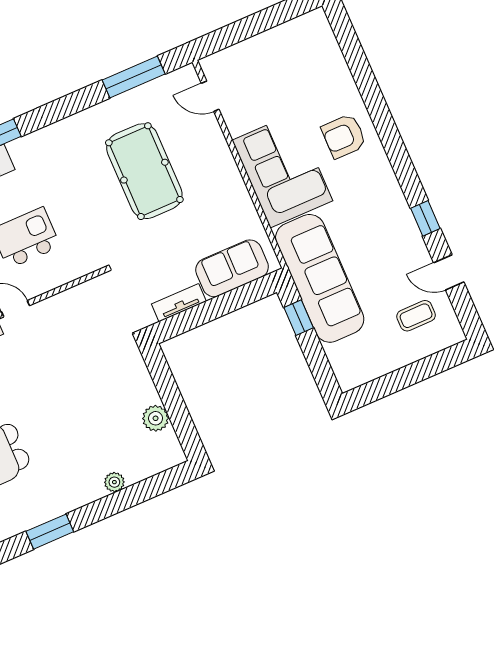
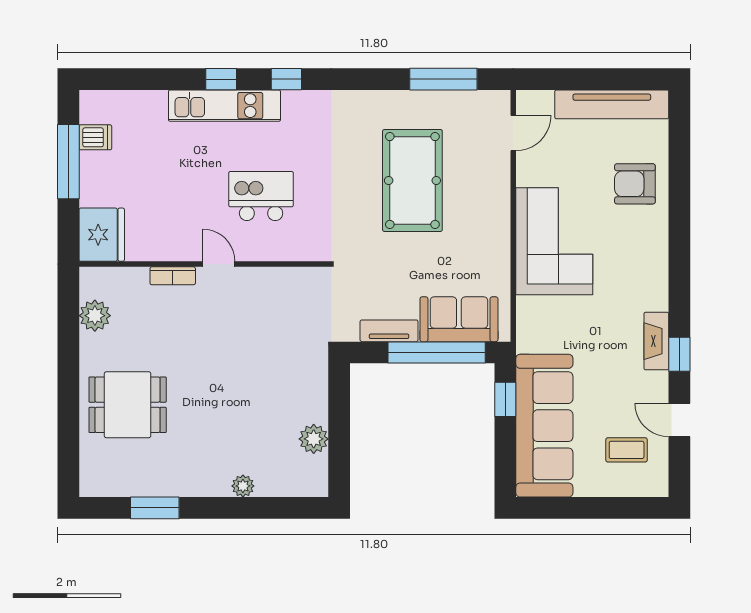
tv unit: (281, 38) -> (612, 104), added
door: (210, 96) -> (513, 133), swing flipped
armchair: (344, 136) -> (635, 184), moved
fireplace: (402, 216) -> (656, 341), added
sofa: (320, 278) -> (544, 426), moved
window: (226, 304) -> (437, 352), added

